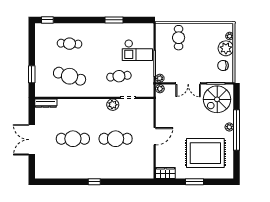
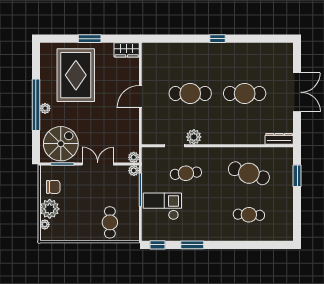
window: (47, 20) -> (157, 245), moved
rug: (205, 153) -> (76, 75), turned 90

